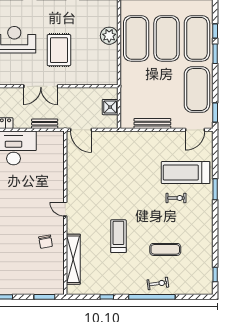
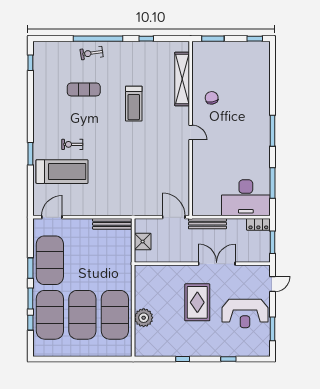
window: (215, 113) -> (30, 268), moved
bench: (45, 124) -> (207, 224), width x1.36
bench: (152, 124) -> (112, 224), moved

